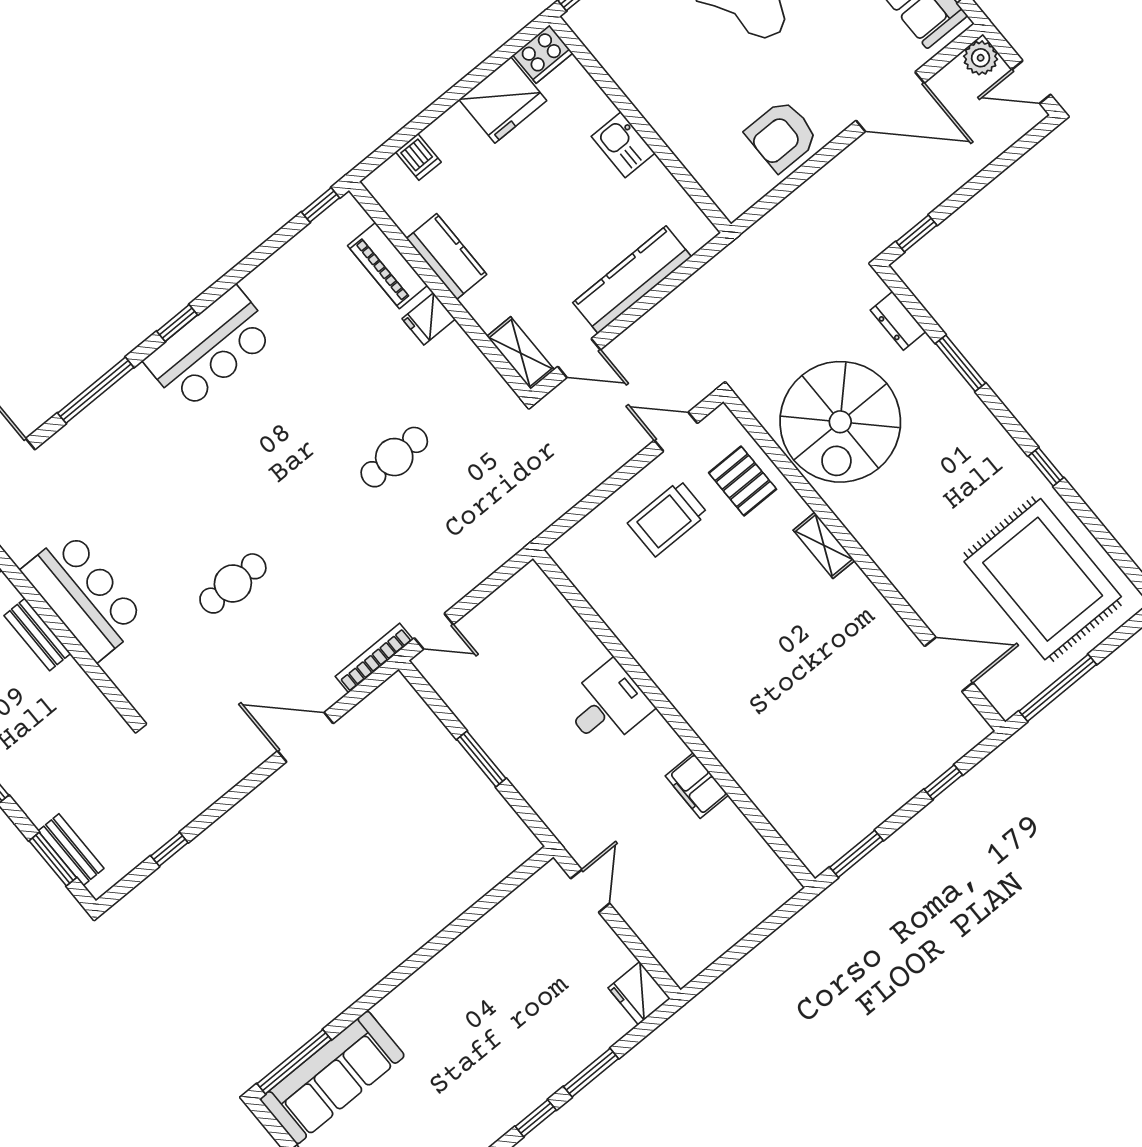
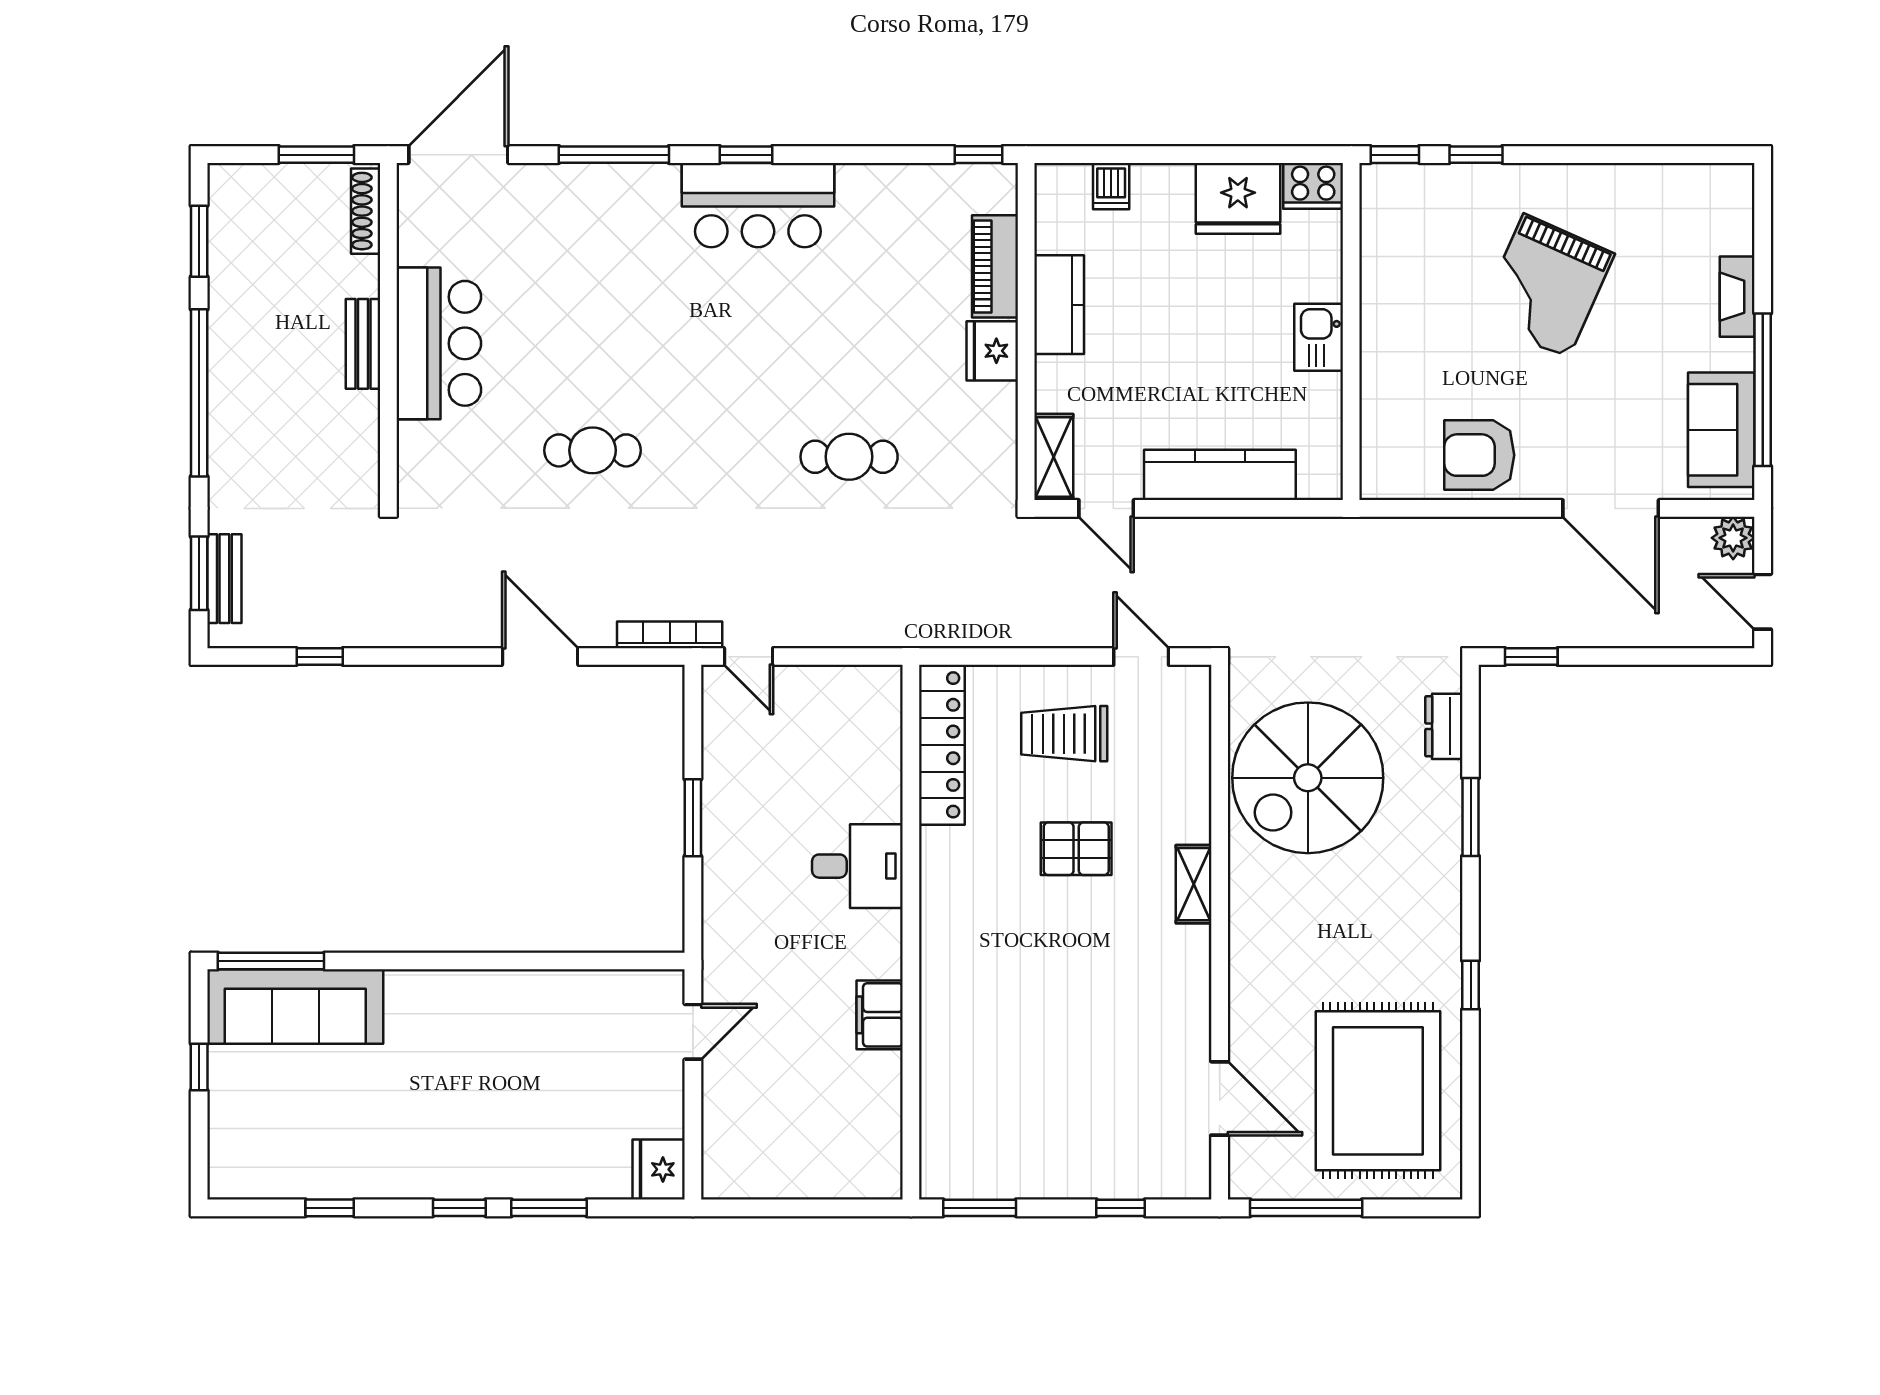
fridge: (429, 319) -> (992, 351), width x1.38
pallet: (743, 481) -> (1076, 849), moved, turned 90
locker: (598, 587) -> (942, 745), added

